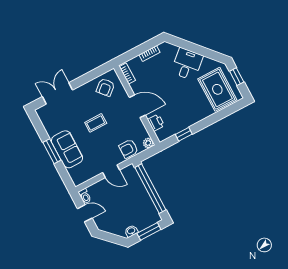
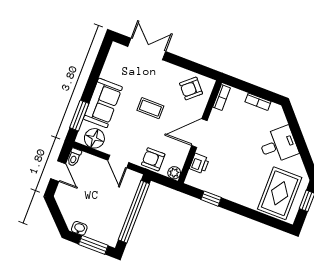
door: (137, 106) -> (199, 133), swing flipped
window: (52, 151) -> (79, 116), moved
floor lamp: (84, 173) -> (94, 138), added

